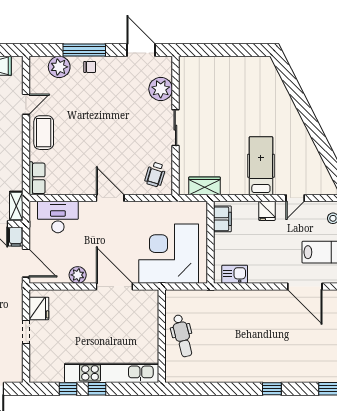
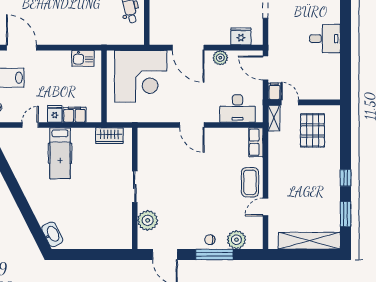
washbasin: (270, 73) -> (52, 234), added
wheelchair: (155, 174) -> (152, 146), removed
filing cabinet: (222, 219) -> (74, 115), moved, turned 90
fridge: (39, 308) -> (241, 36), moved, turned 90

